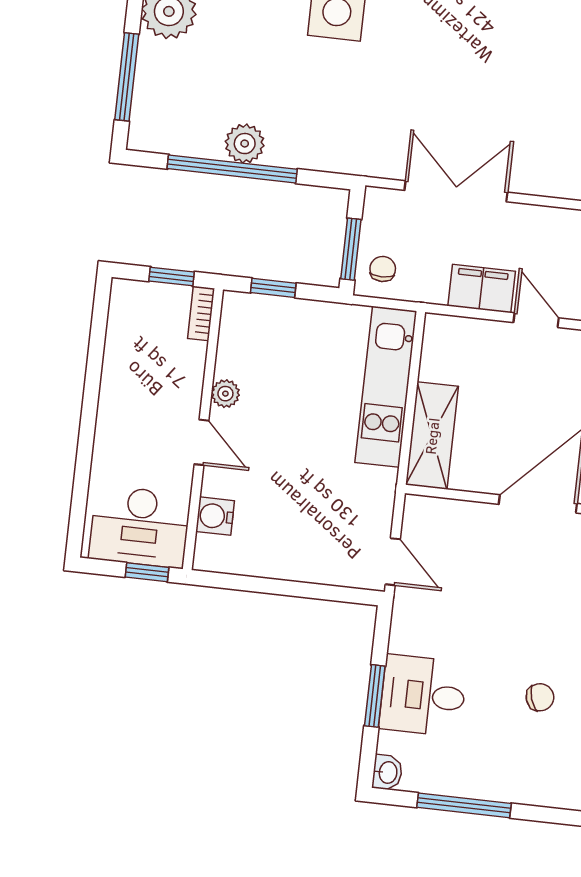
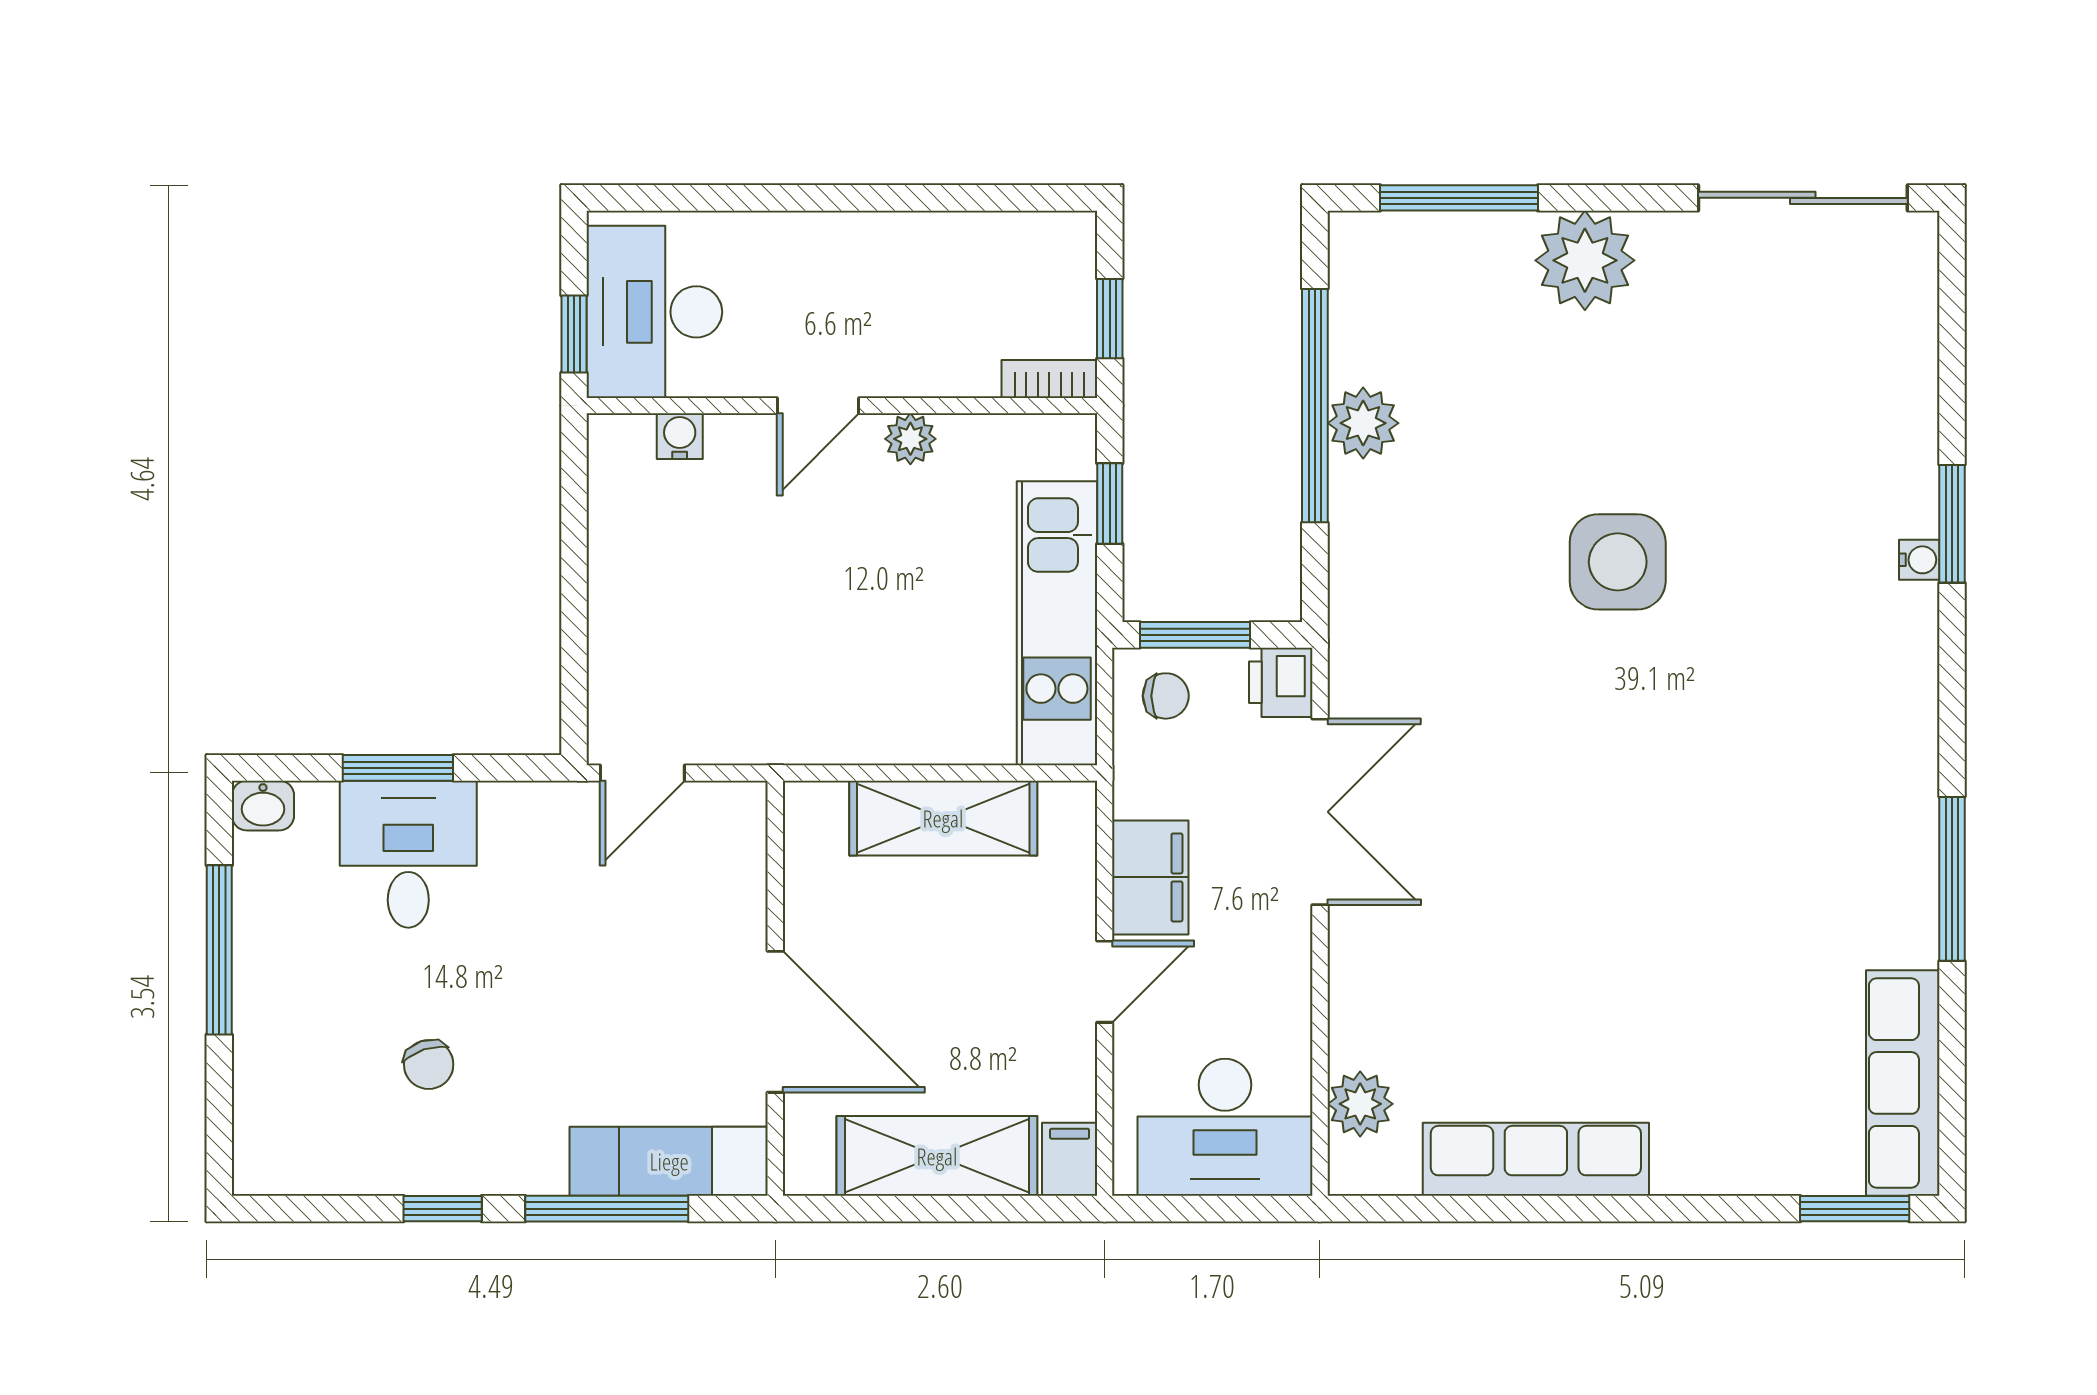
printer: (382, 205) -> (1281, 682), added
kitchen unit: (386, 387) -> (1057, 623), moved, turned -90
shelving: (432, 436) -> (943, 818), moved
water cooler: (215, 516) -> (680, 436), width x0.72, depth x0.72

